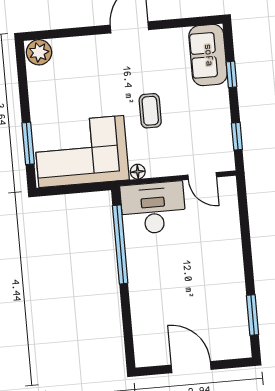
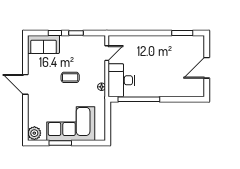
window: (237, 136) -> (76, 33), moved
window: (28, 143) -> (60, 143), moved
corner sofa: (81, 152) -> (71, 124), moved, turned 90

